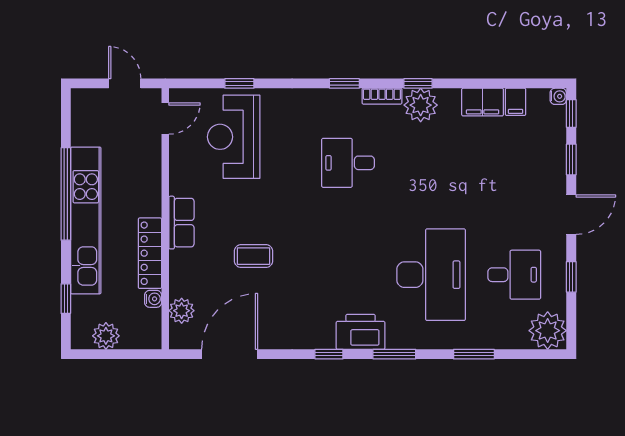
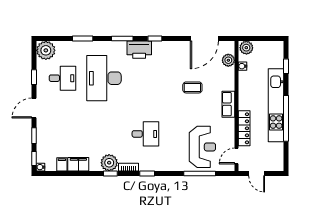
window: (239, 83) -> (200, 174), width x2.17
locker: (150, 253) -> (244, 128), moved
desk: (514, 275) -> (63, 78), turned 180
plant: (106, 336) -> (246, 48), moved

